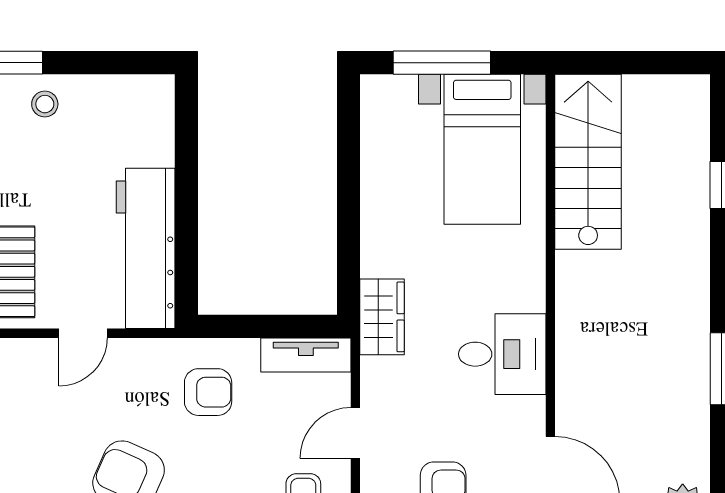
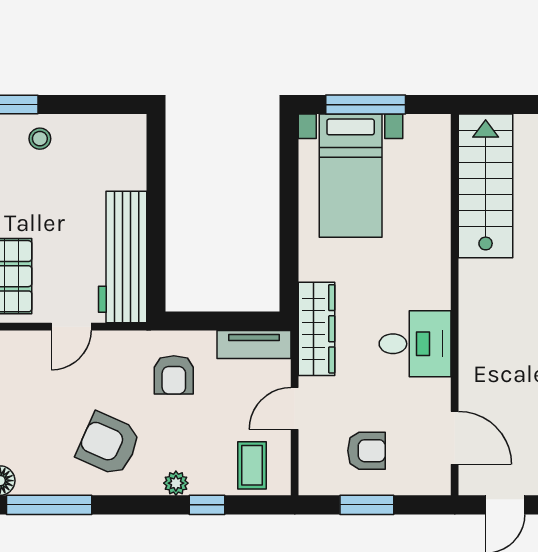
bed with nightstands: (482, 149) -> (351, 176), moved
wardrobe: (382, 317) -> (317, 329), width x1.50
armchair: (208, 392) -> (174, 375), turned 90

